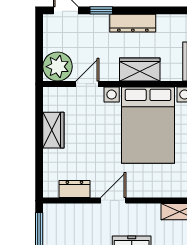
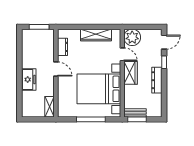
wardrobe: (140, 69) -> (131, 73), moved
wardrobe: (53, 130) -> (96, 35), width x1.50

